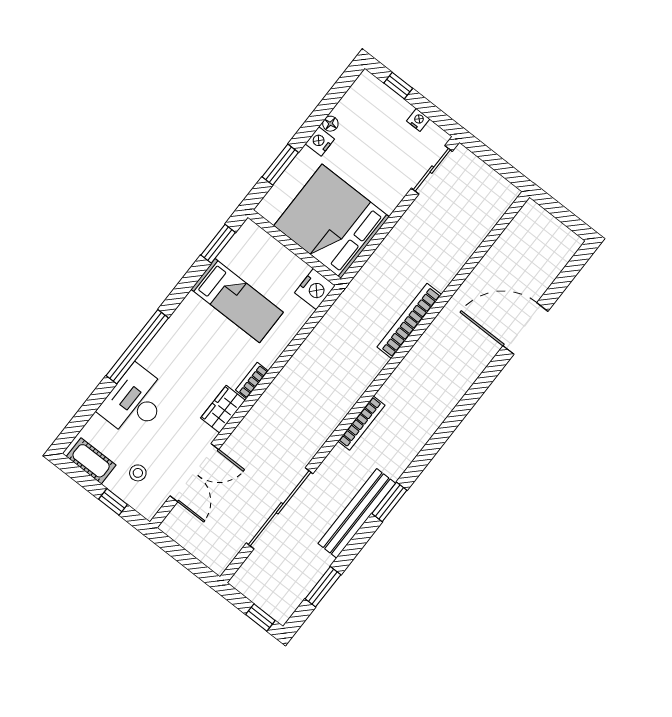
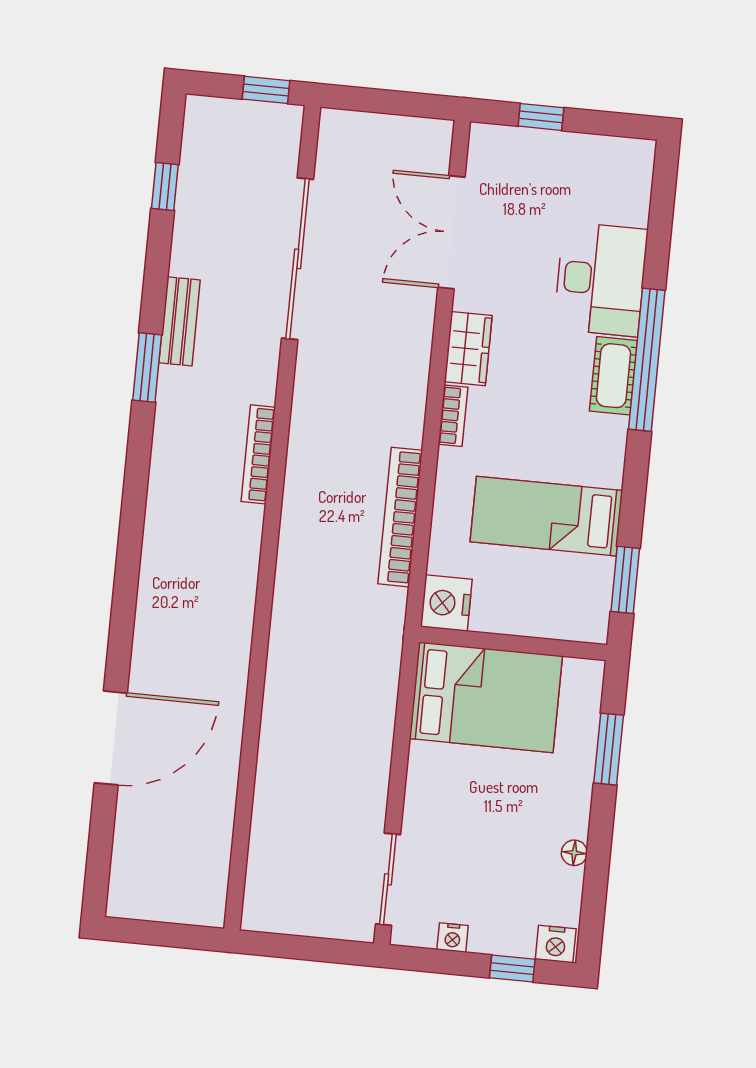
nightstand: (320, 141) -> (556, 944), moved, turned 90
bed: (332, 221) -> (486, 697), width x0.73
bookcase: (409, 321) -> (400, 517), moved, turned 180
cot: (91, 461) -> (613, 376), moved, turned 90
stool: (138, 473) -> (532, 181), removed
bench: (357, 513) -> (180, 321), width x0.54, depth x0.82
window: (323, 587) -> (165, 187), width x0.67
window: (260, 617) -> (266, 90), moved

